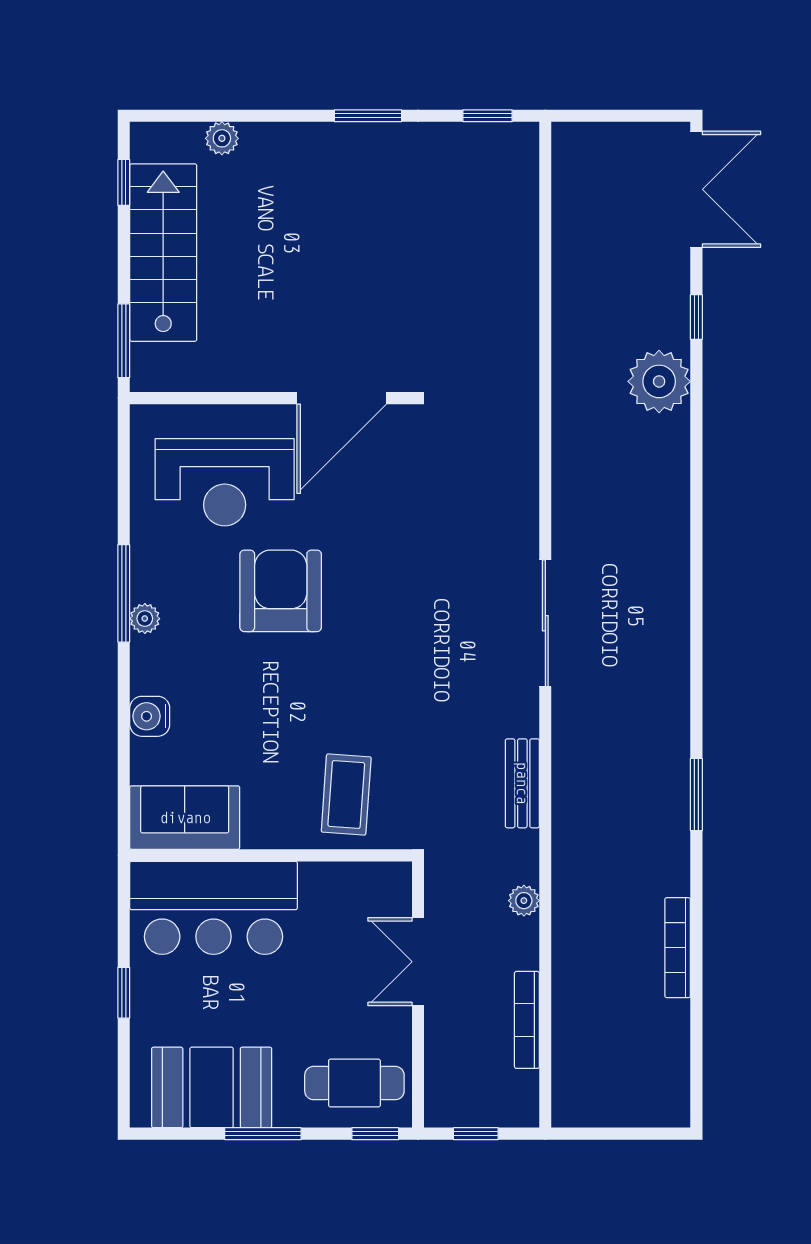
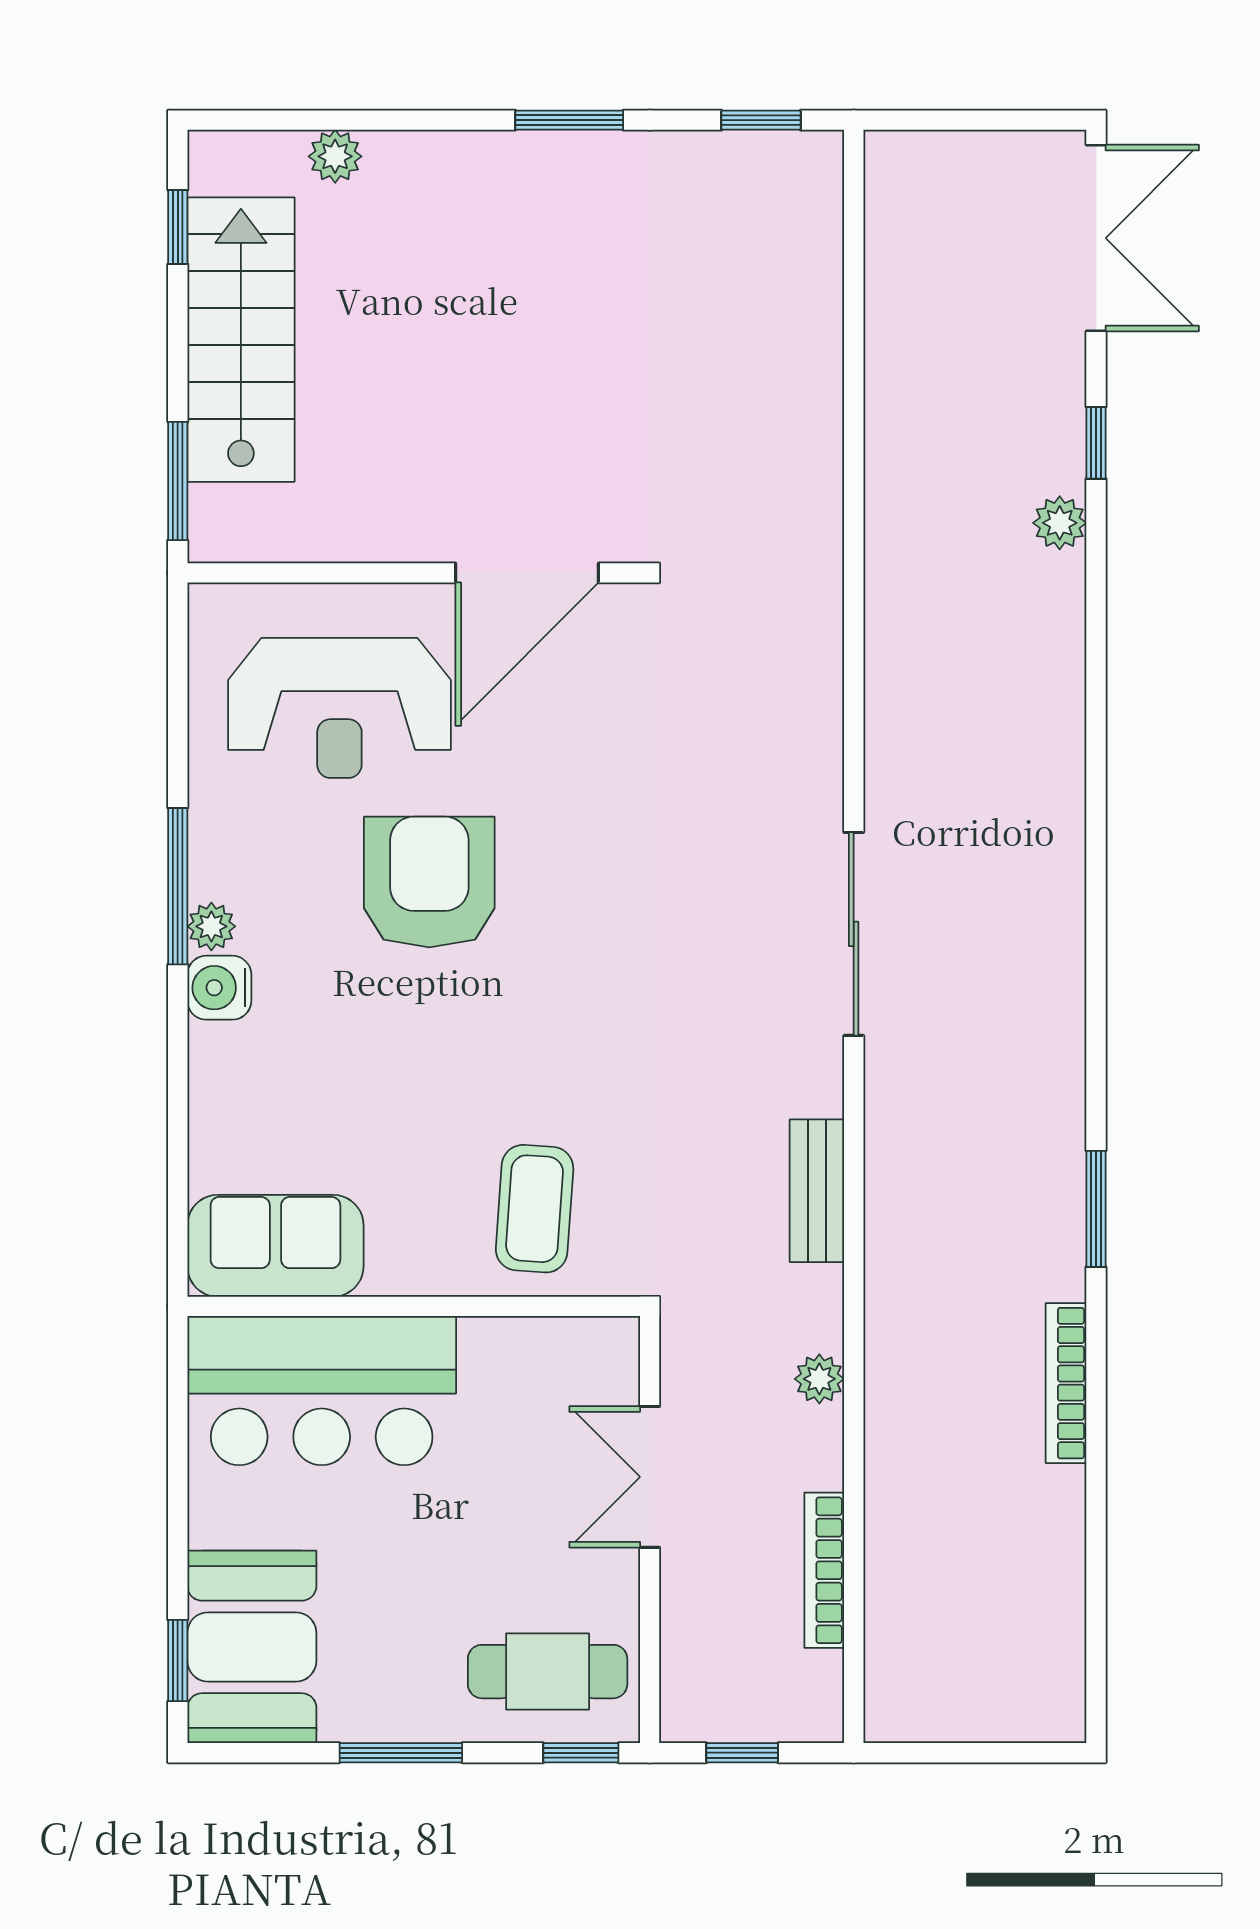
plant: (659, 381) -> (1060, 523), width x0.53, depth x0.53
water cooler: (150, 716) -> (219, 988), moved
bookcase: (678, 948) -> (1066, 1383), moved
window: (124, 993) -> (178, 1661), moved
booth: (212, 1087) -> (252, 1647), moved, turned 90

